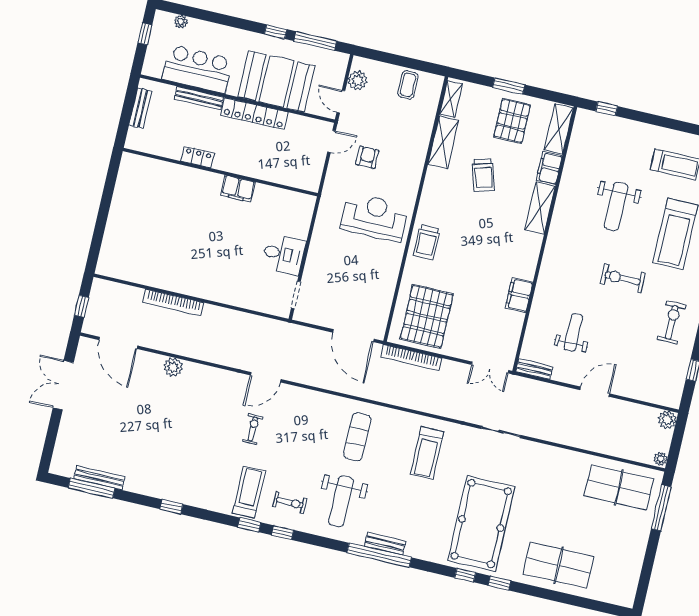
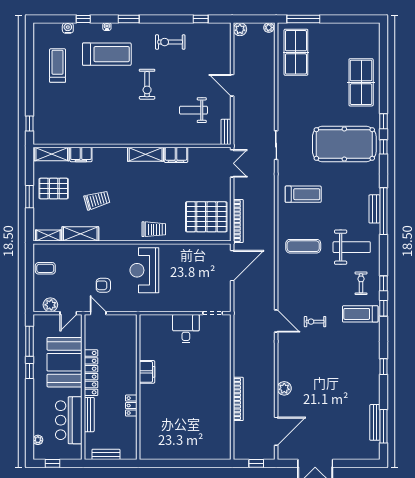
weight bench: (616, 206) -> (97, 101), removed
shelving: (540, 208) -> (146, 154), moved

